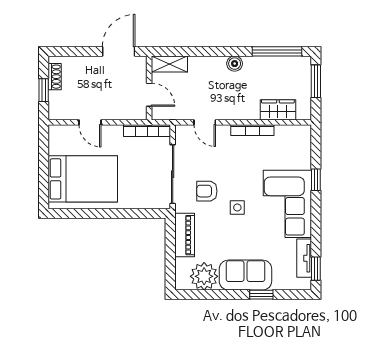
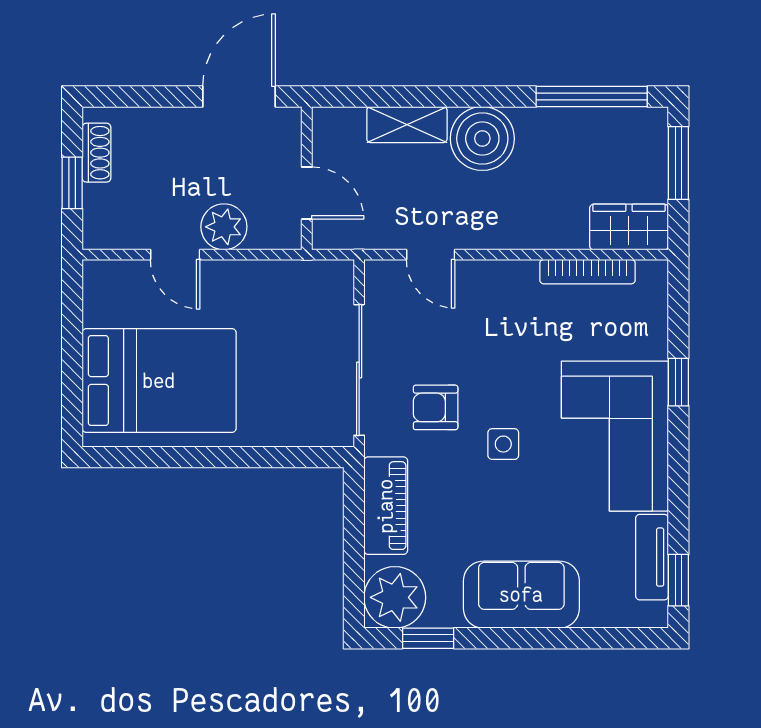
shelving: (169, 64) -> (407, 125), moved
boiler: (235, 64) -> (482, 139), width x1.86, depth x1.86
plant: (112, 110) -> (224, 227), added
wardrobe: (278, 110) -> (629, 227), moved
bookcase: (252, 130) -> (587, 272), moved
bookcase: (147, 131) -> (302, 273), removed
plant: (204, 276) -> (395, 597), moved
window: (261, 295) -> (428, 638), moved

